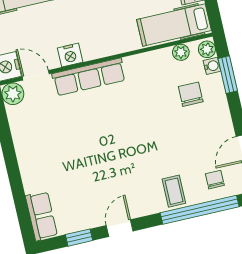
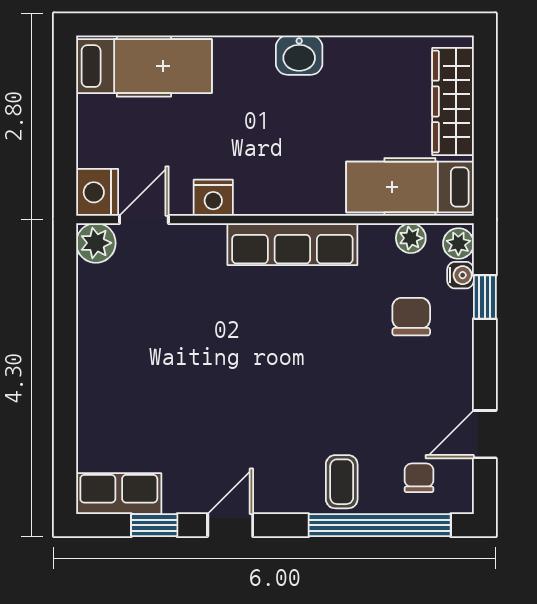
door: (36, 75) -> (144, 219), hinge flipped
window: (228, 75) -> (485, 297), width x0.67
row of seats: (89, 77) -> (292, 244), moved
row of seats: (41, 216) -> (119, 494), moved, turned -90

